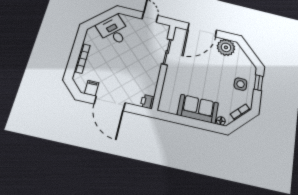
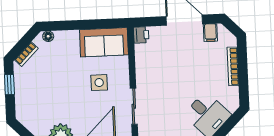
window: (259, 83) -> (9, 85), moved
side table: (240, 84) -> (99, 83), moved
sofa: (198, 109) -> (104, 42), moved

